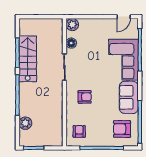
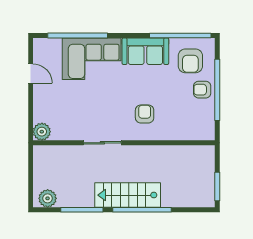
door: (124, 17) -> (31, 74), moved
floor lamp: (71, 43) -> (68, 133), removed
stairs: (28, 59) -> (128, 195), moved
plant: (25, 123) -> (48, 198), moved
armchair: (79, 131) -> (202, 90), moved

